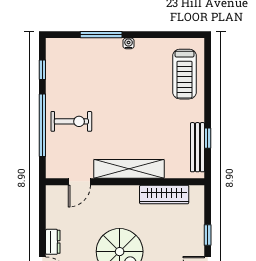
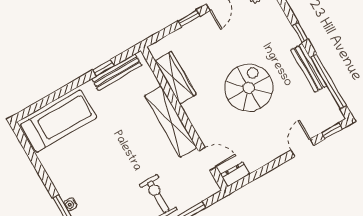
water cooler: (129, 43) -> (70, 204), moved
treadmill: (185, 74) -> (59, 121), width x1.37, depth x1.38
dresser: (53, 242) -> (235, 174), moved

